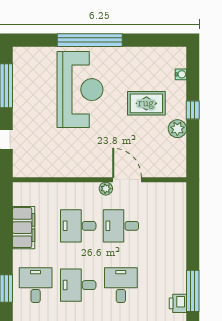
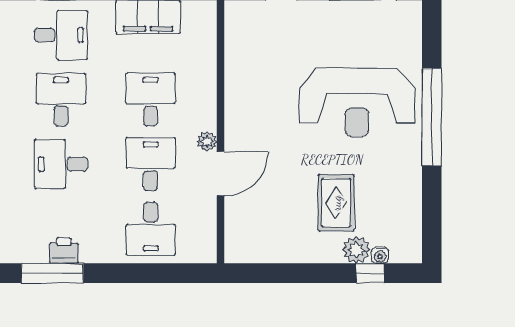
window: (193, 110) -> (370, 273), moved
plant: (177, 129) -> (356, 250), moved
desk: (163, 226) -> (151, 229), added
desk: (121, 285) -> (61, 164), turned 180
printer: (178, 303) -> (64, 251), moved

